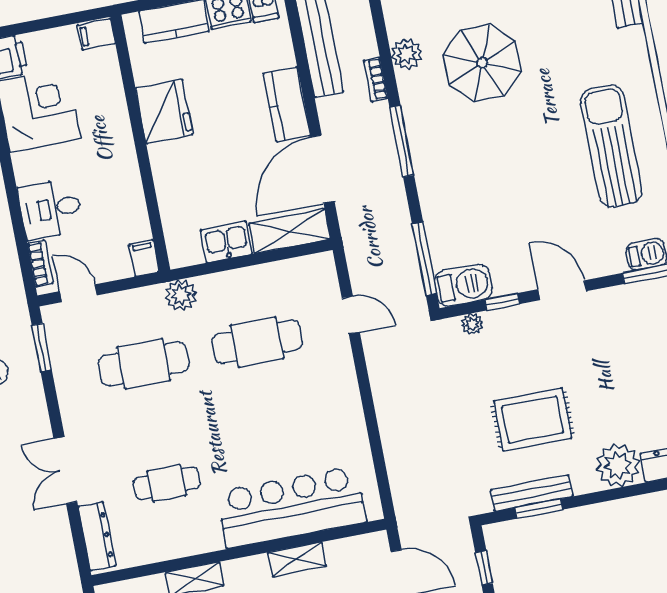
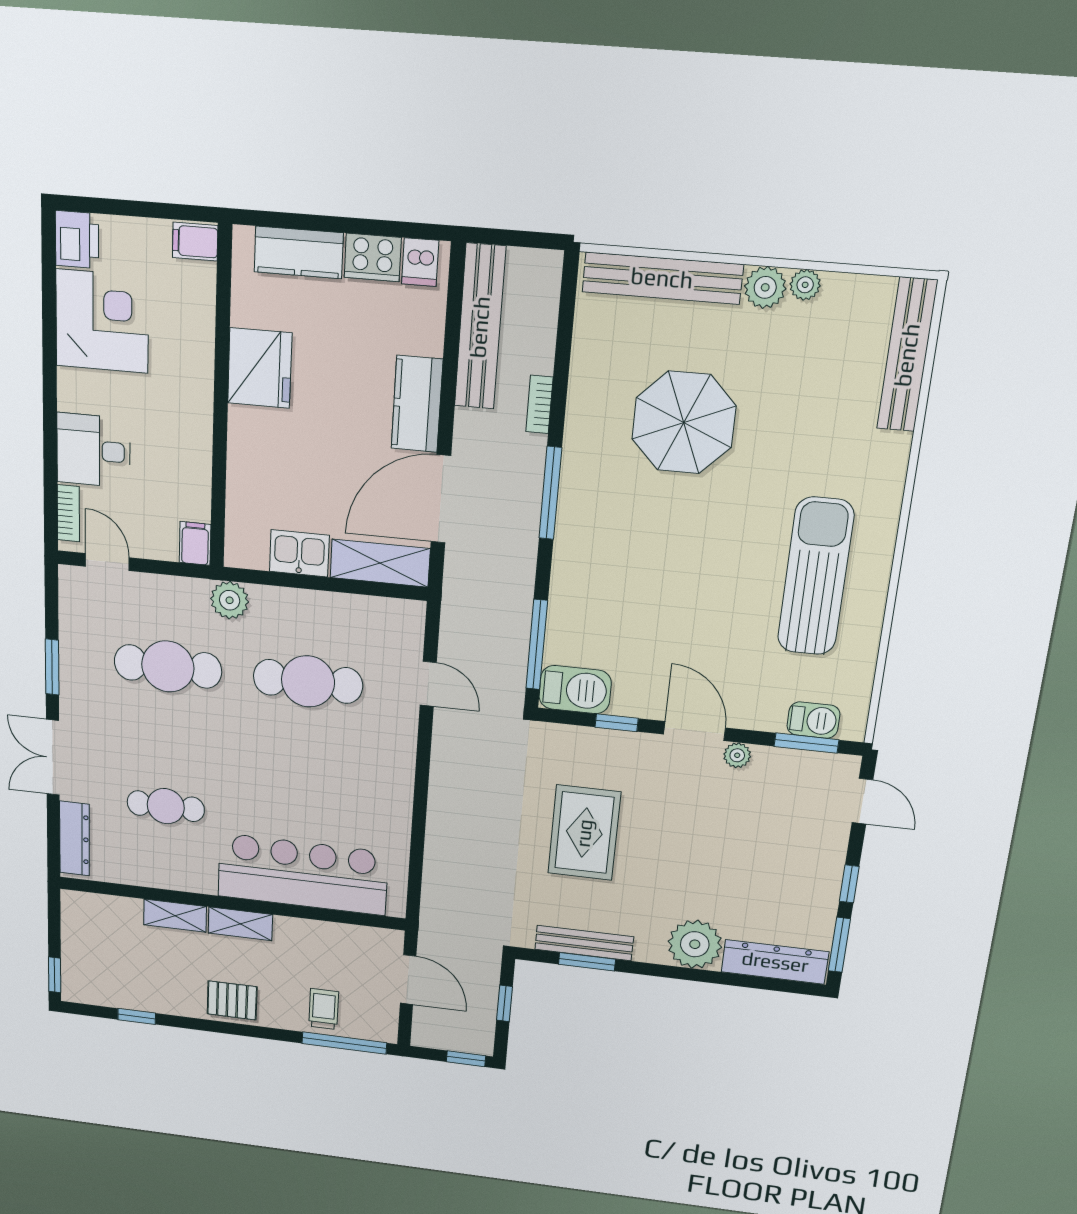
plant: (406, 54) -> (589, 383), removed
plant: (472, 324) -> (737, 755), moved
window: (42, 348) -> (52, 667), moved
rug: (532, 420) -> (584, 833), moved, turned 90
shelving: (297, 559) -> (240, 924), moved

